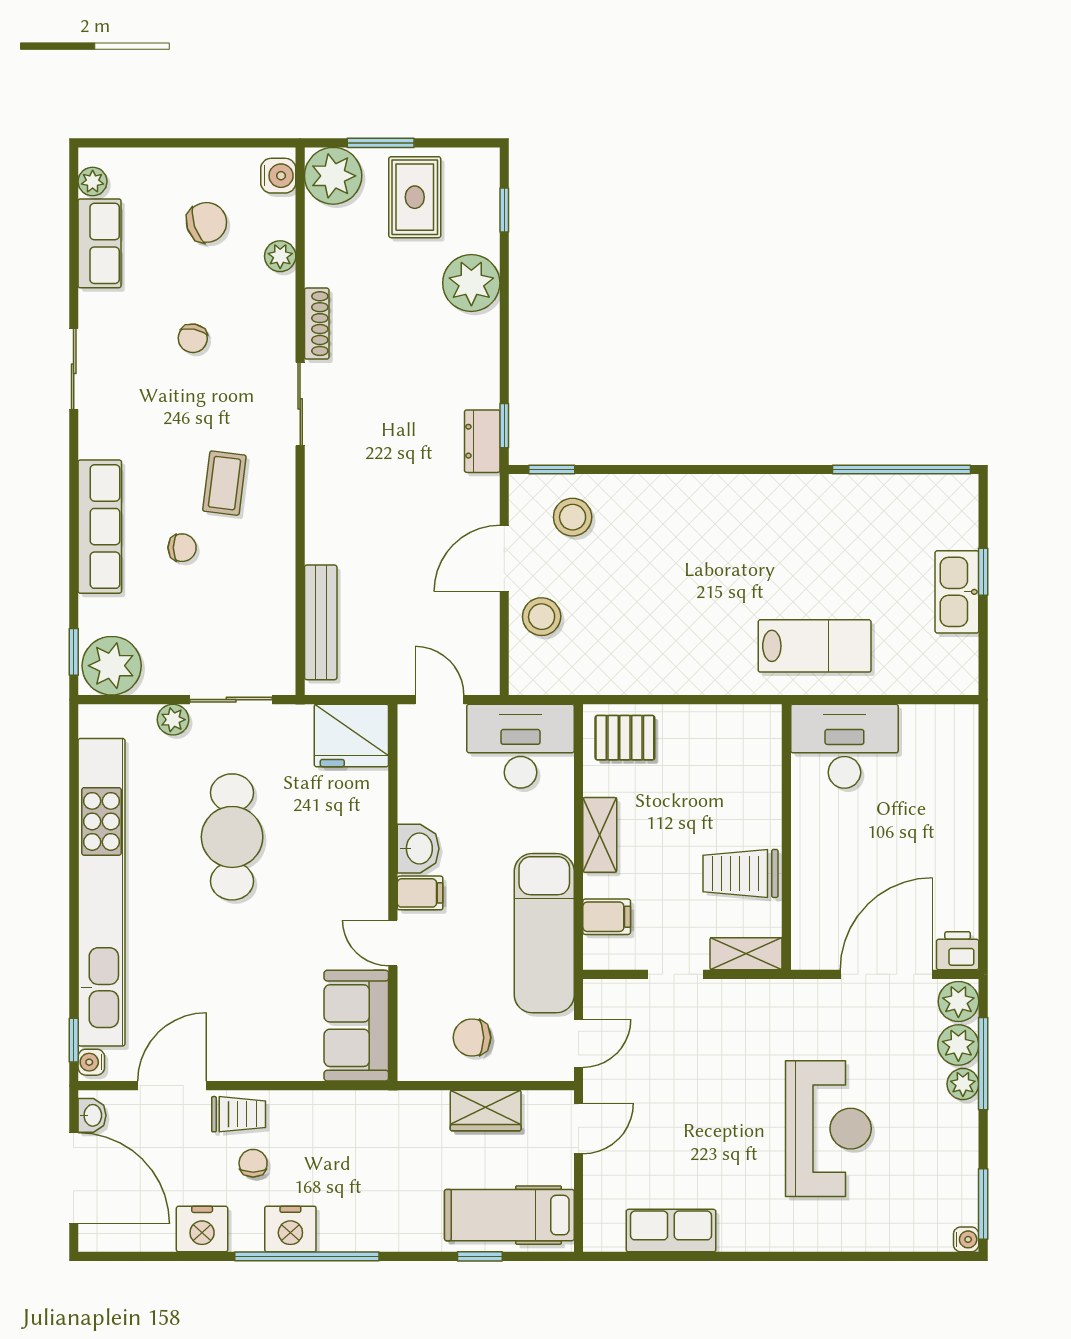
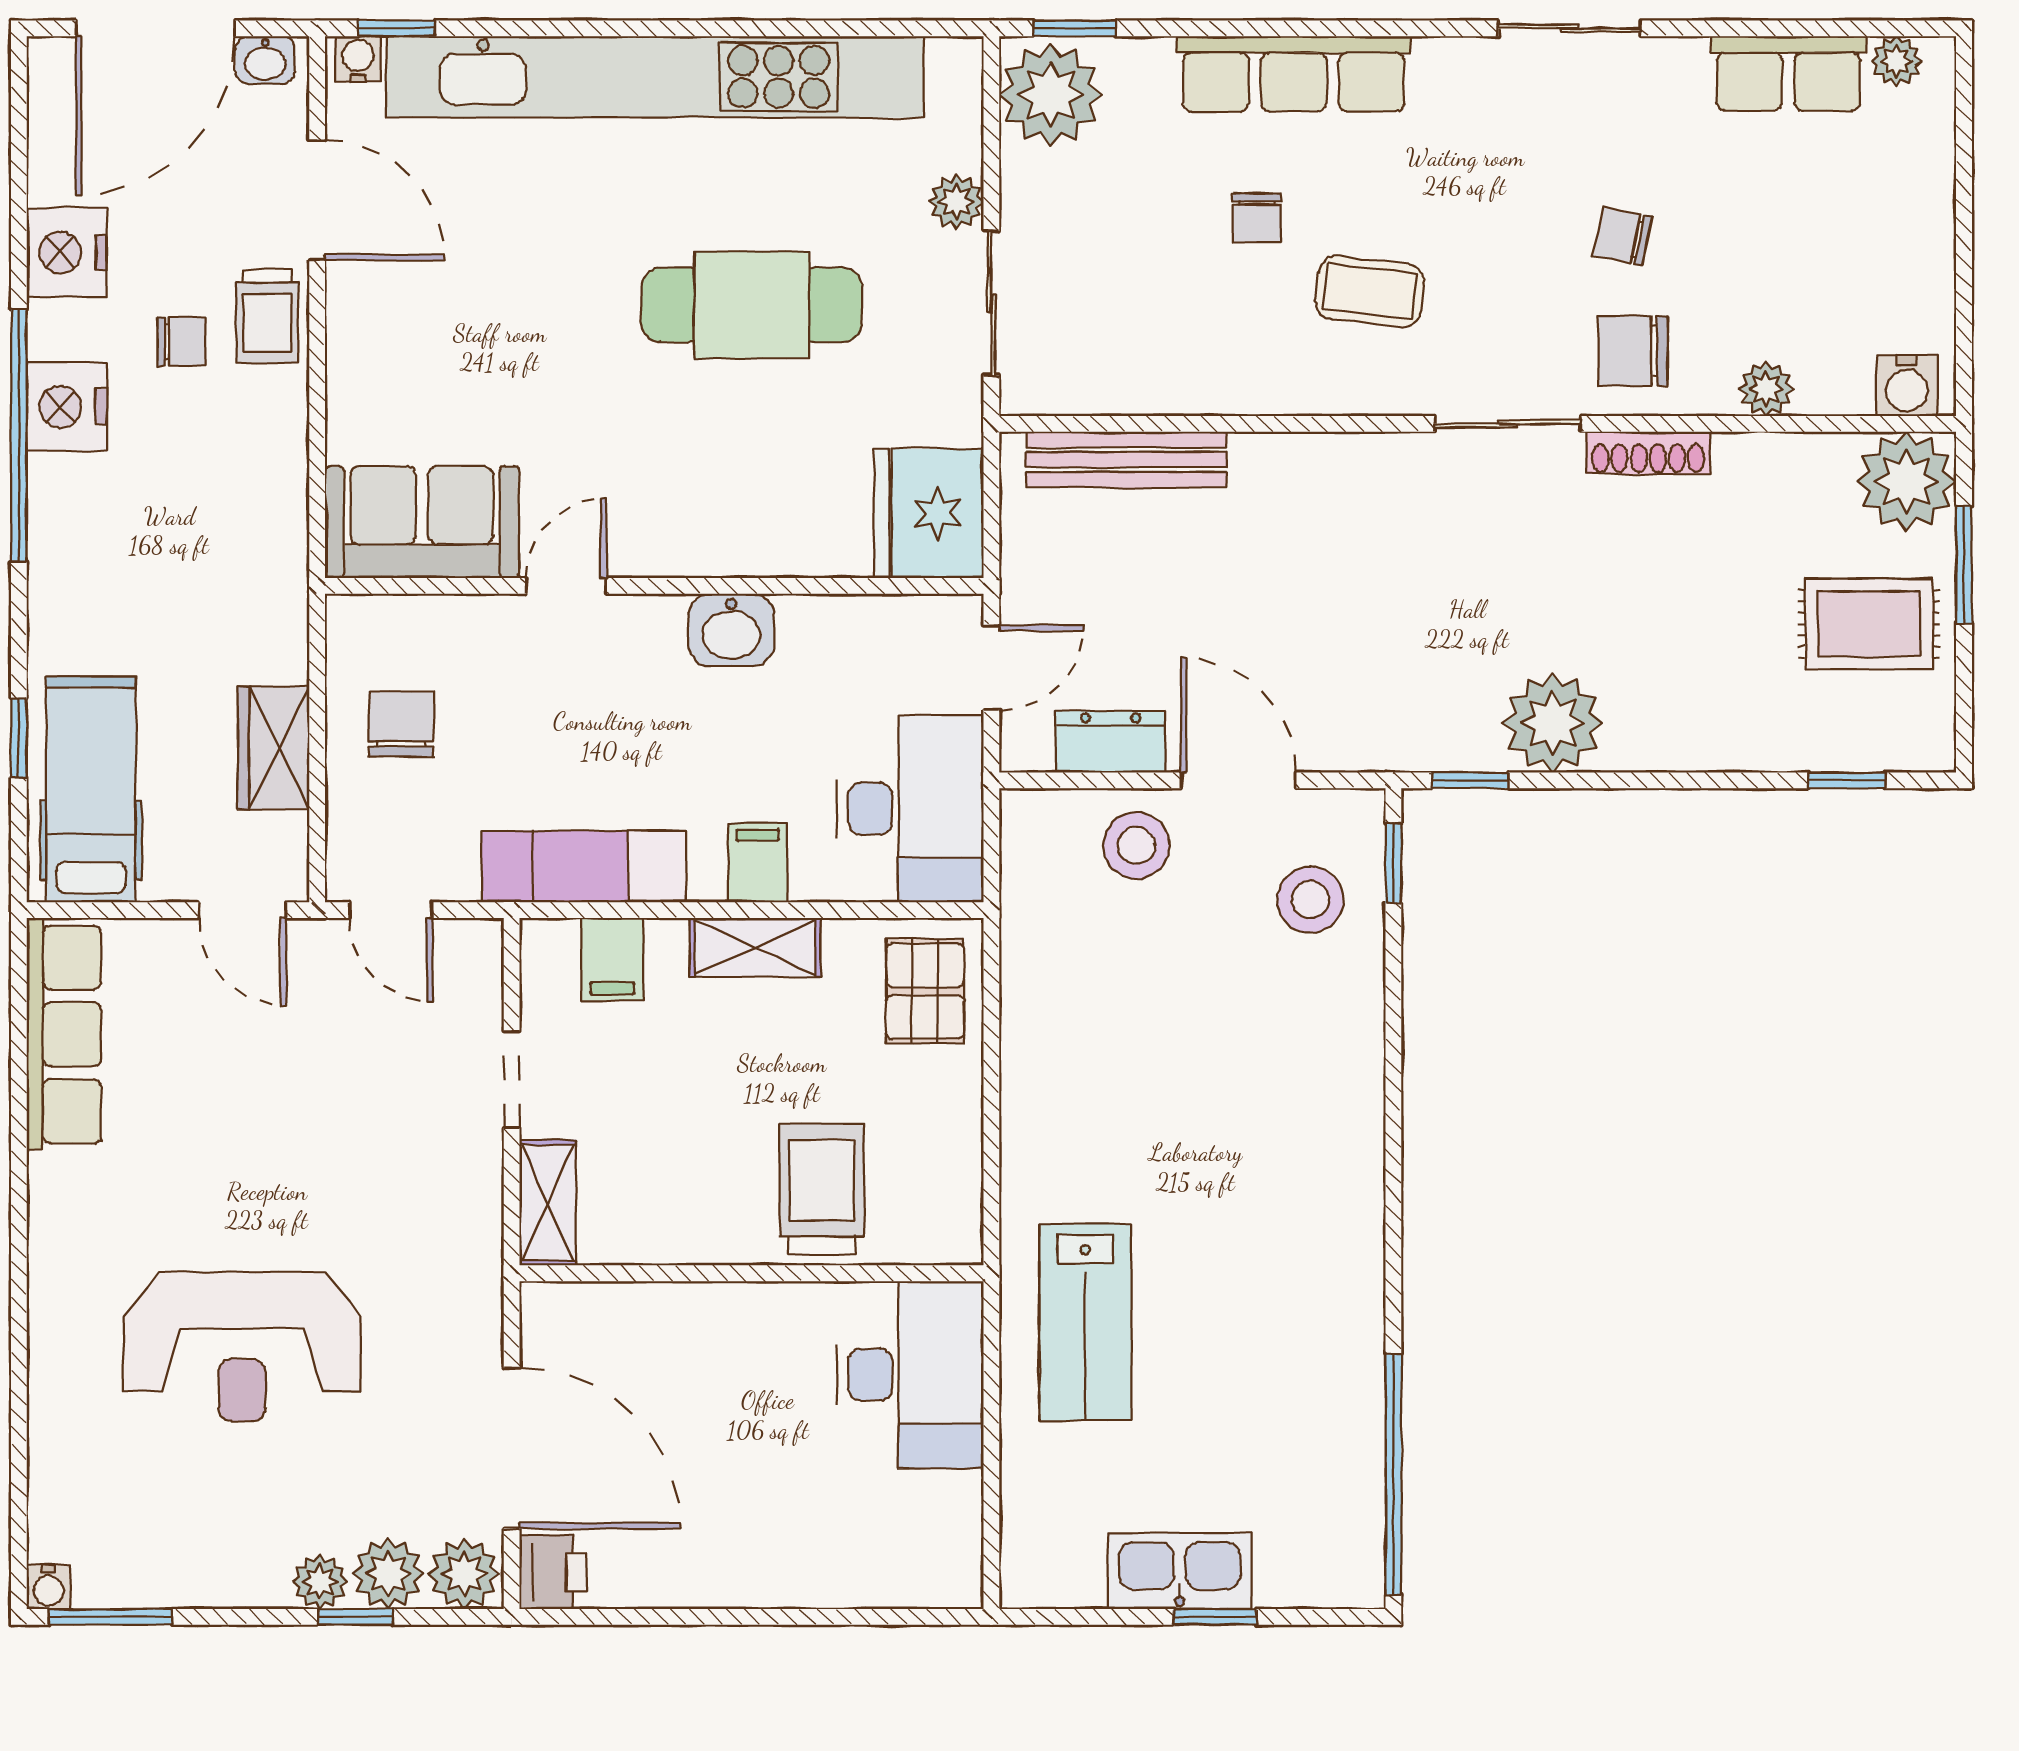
chair: (206, 222) -> (1633, 351), moved, turned 109
plant: (471, 283) -> (1553, 723), moved
dresser: (482, 441) -> (1111, 742), moved
trolley: (741, 873) -> (822, 1189), moved
filing cabinet: (420, 893) -> (758, 863), moved, turned 180
exam couch: (544, 933) -> (584, 867), width x0.73, depth x0.69
window: (983, 1064) -> (356, 1617), width x0.46
row of seats: (671, 1231) -> (64, 1034), width x1.48

